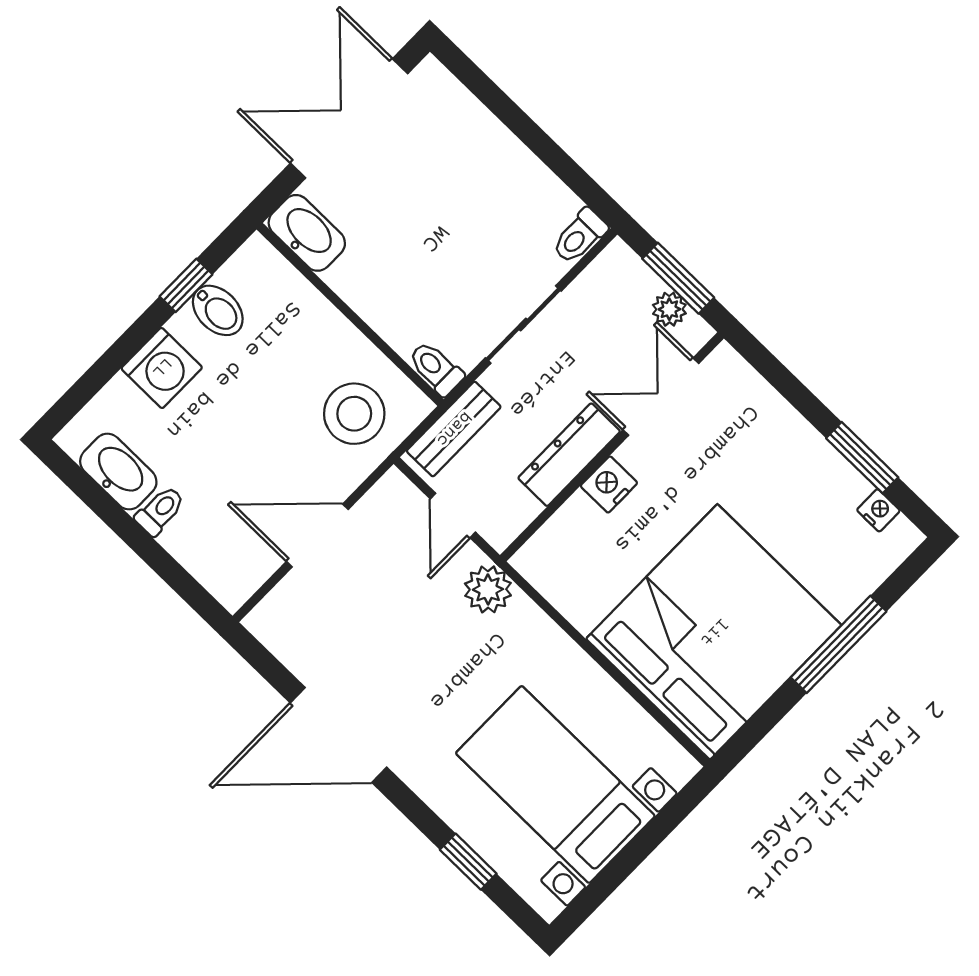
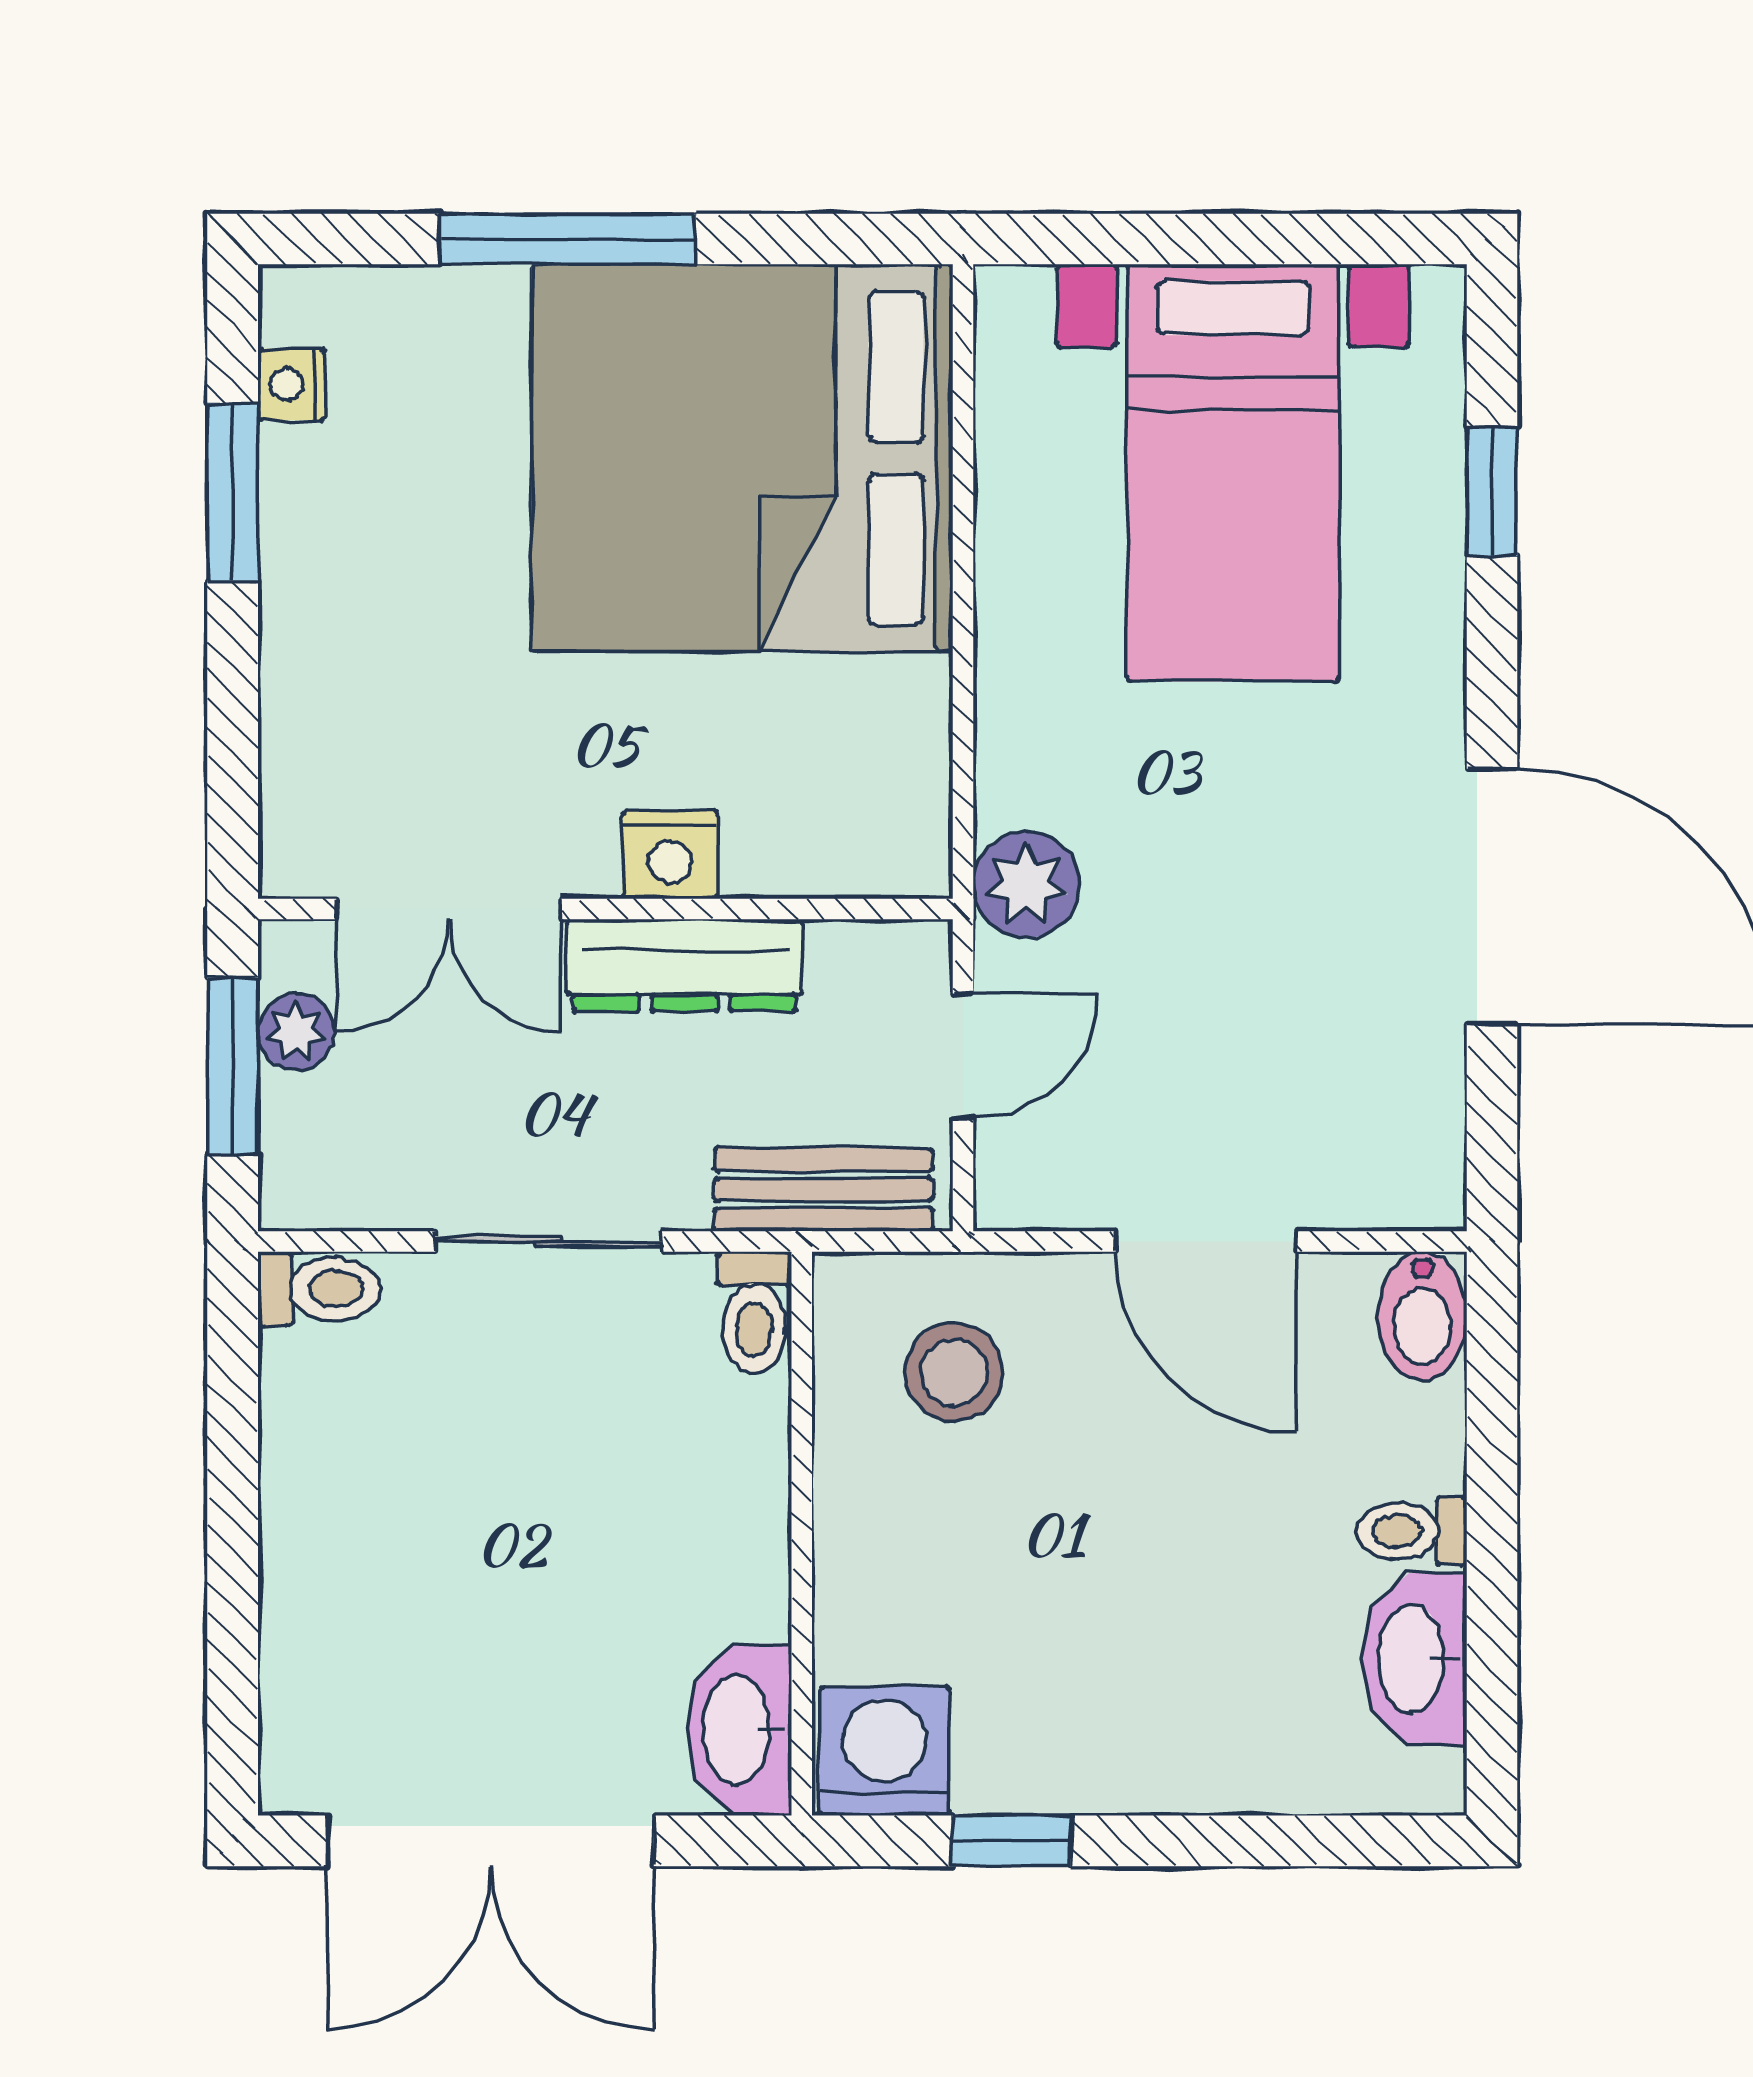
bidet: (218, 310) -> (1422, 1316), moved, turned 180
washing machine: (162, 368) -> (885, 1751), moved
stool: (354, 414) -> (954, 1372), width x0.73, depth x0.73

